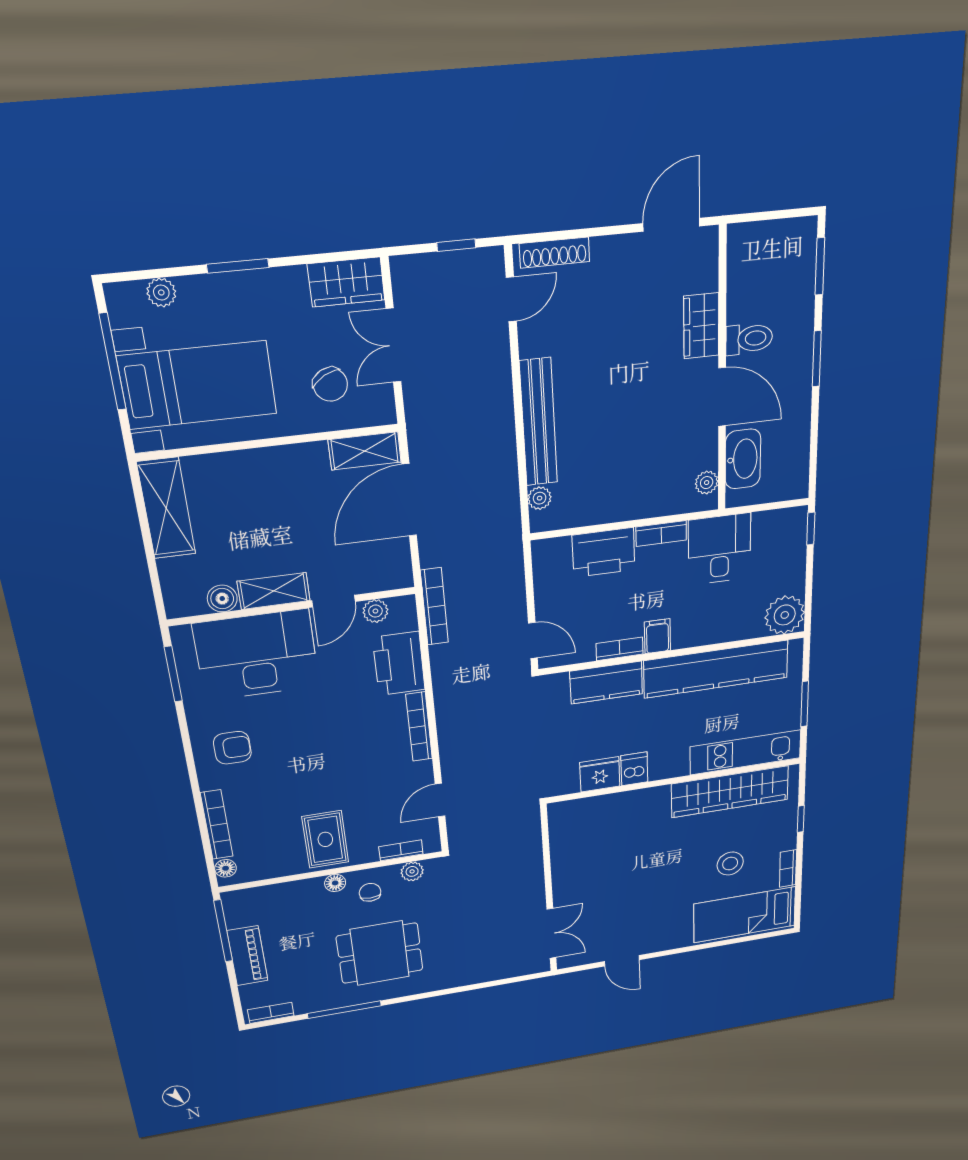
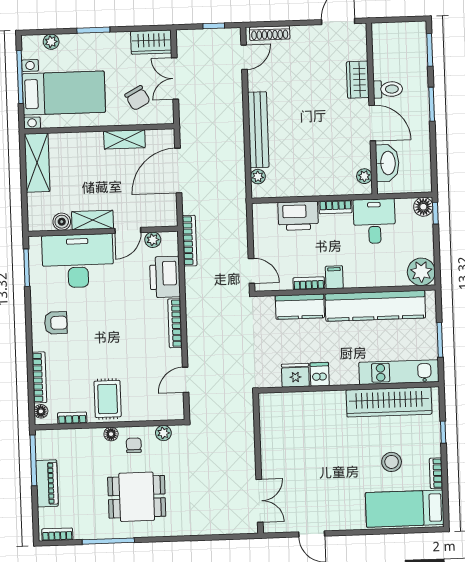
shelving: (365, 451) -> (124, 139), moved
floor lamp: (794, 521) -> (423, 207), added
bookcase: (401, 850) -> (72, 418), moved

